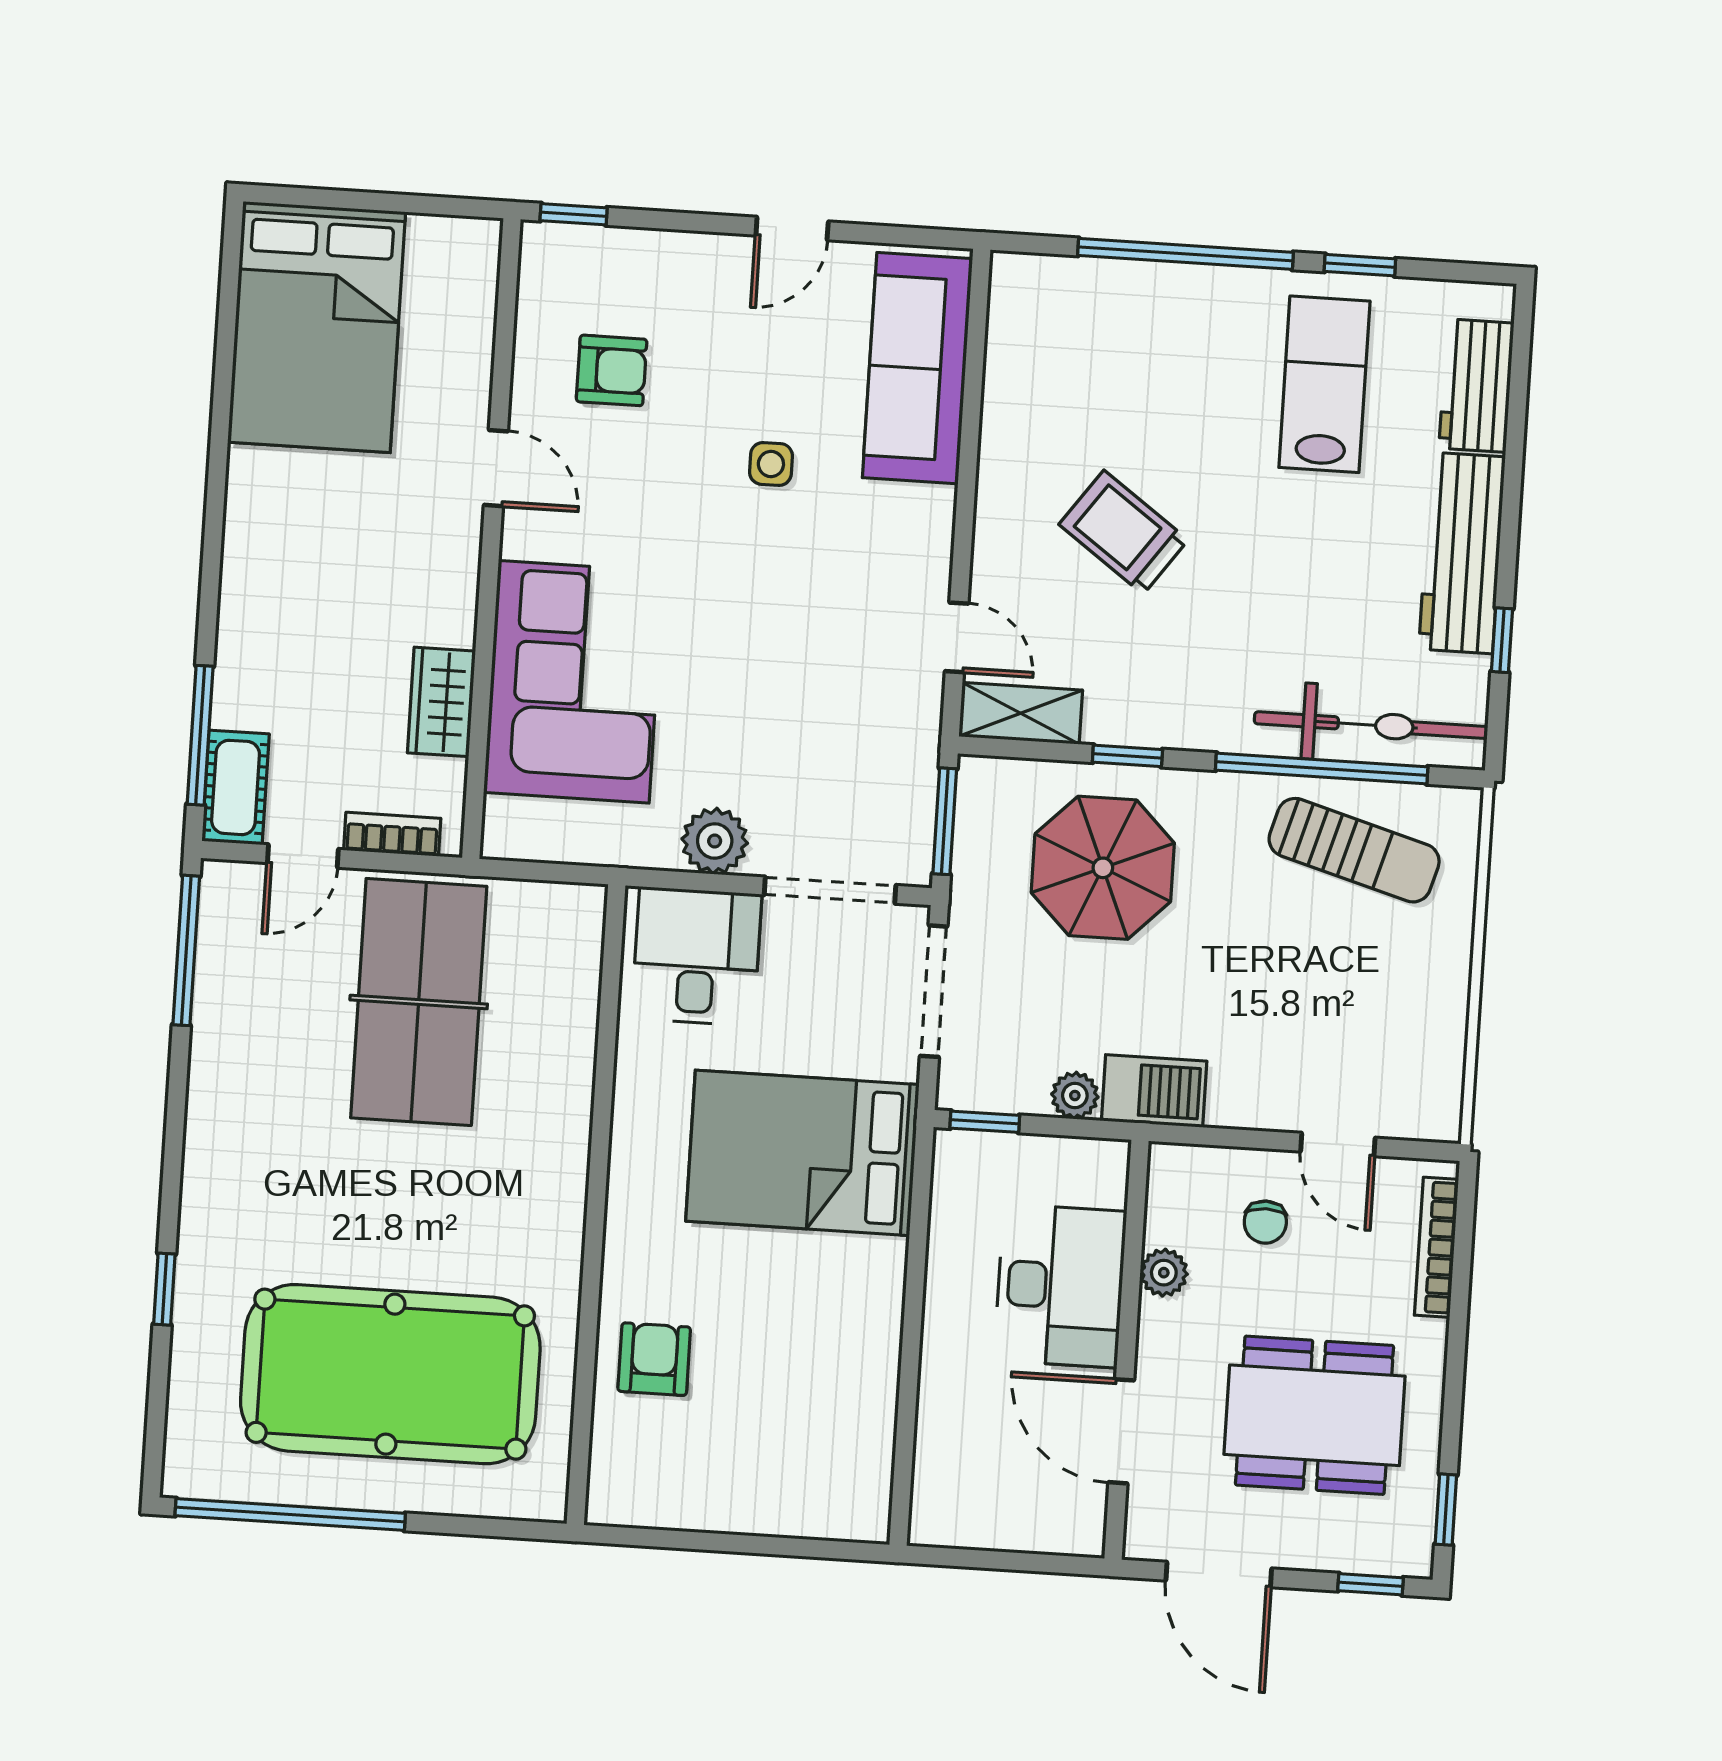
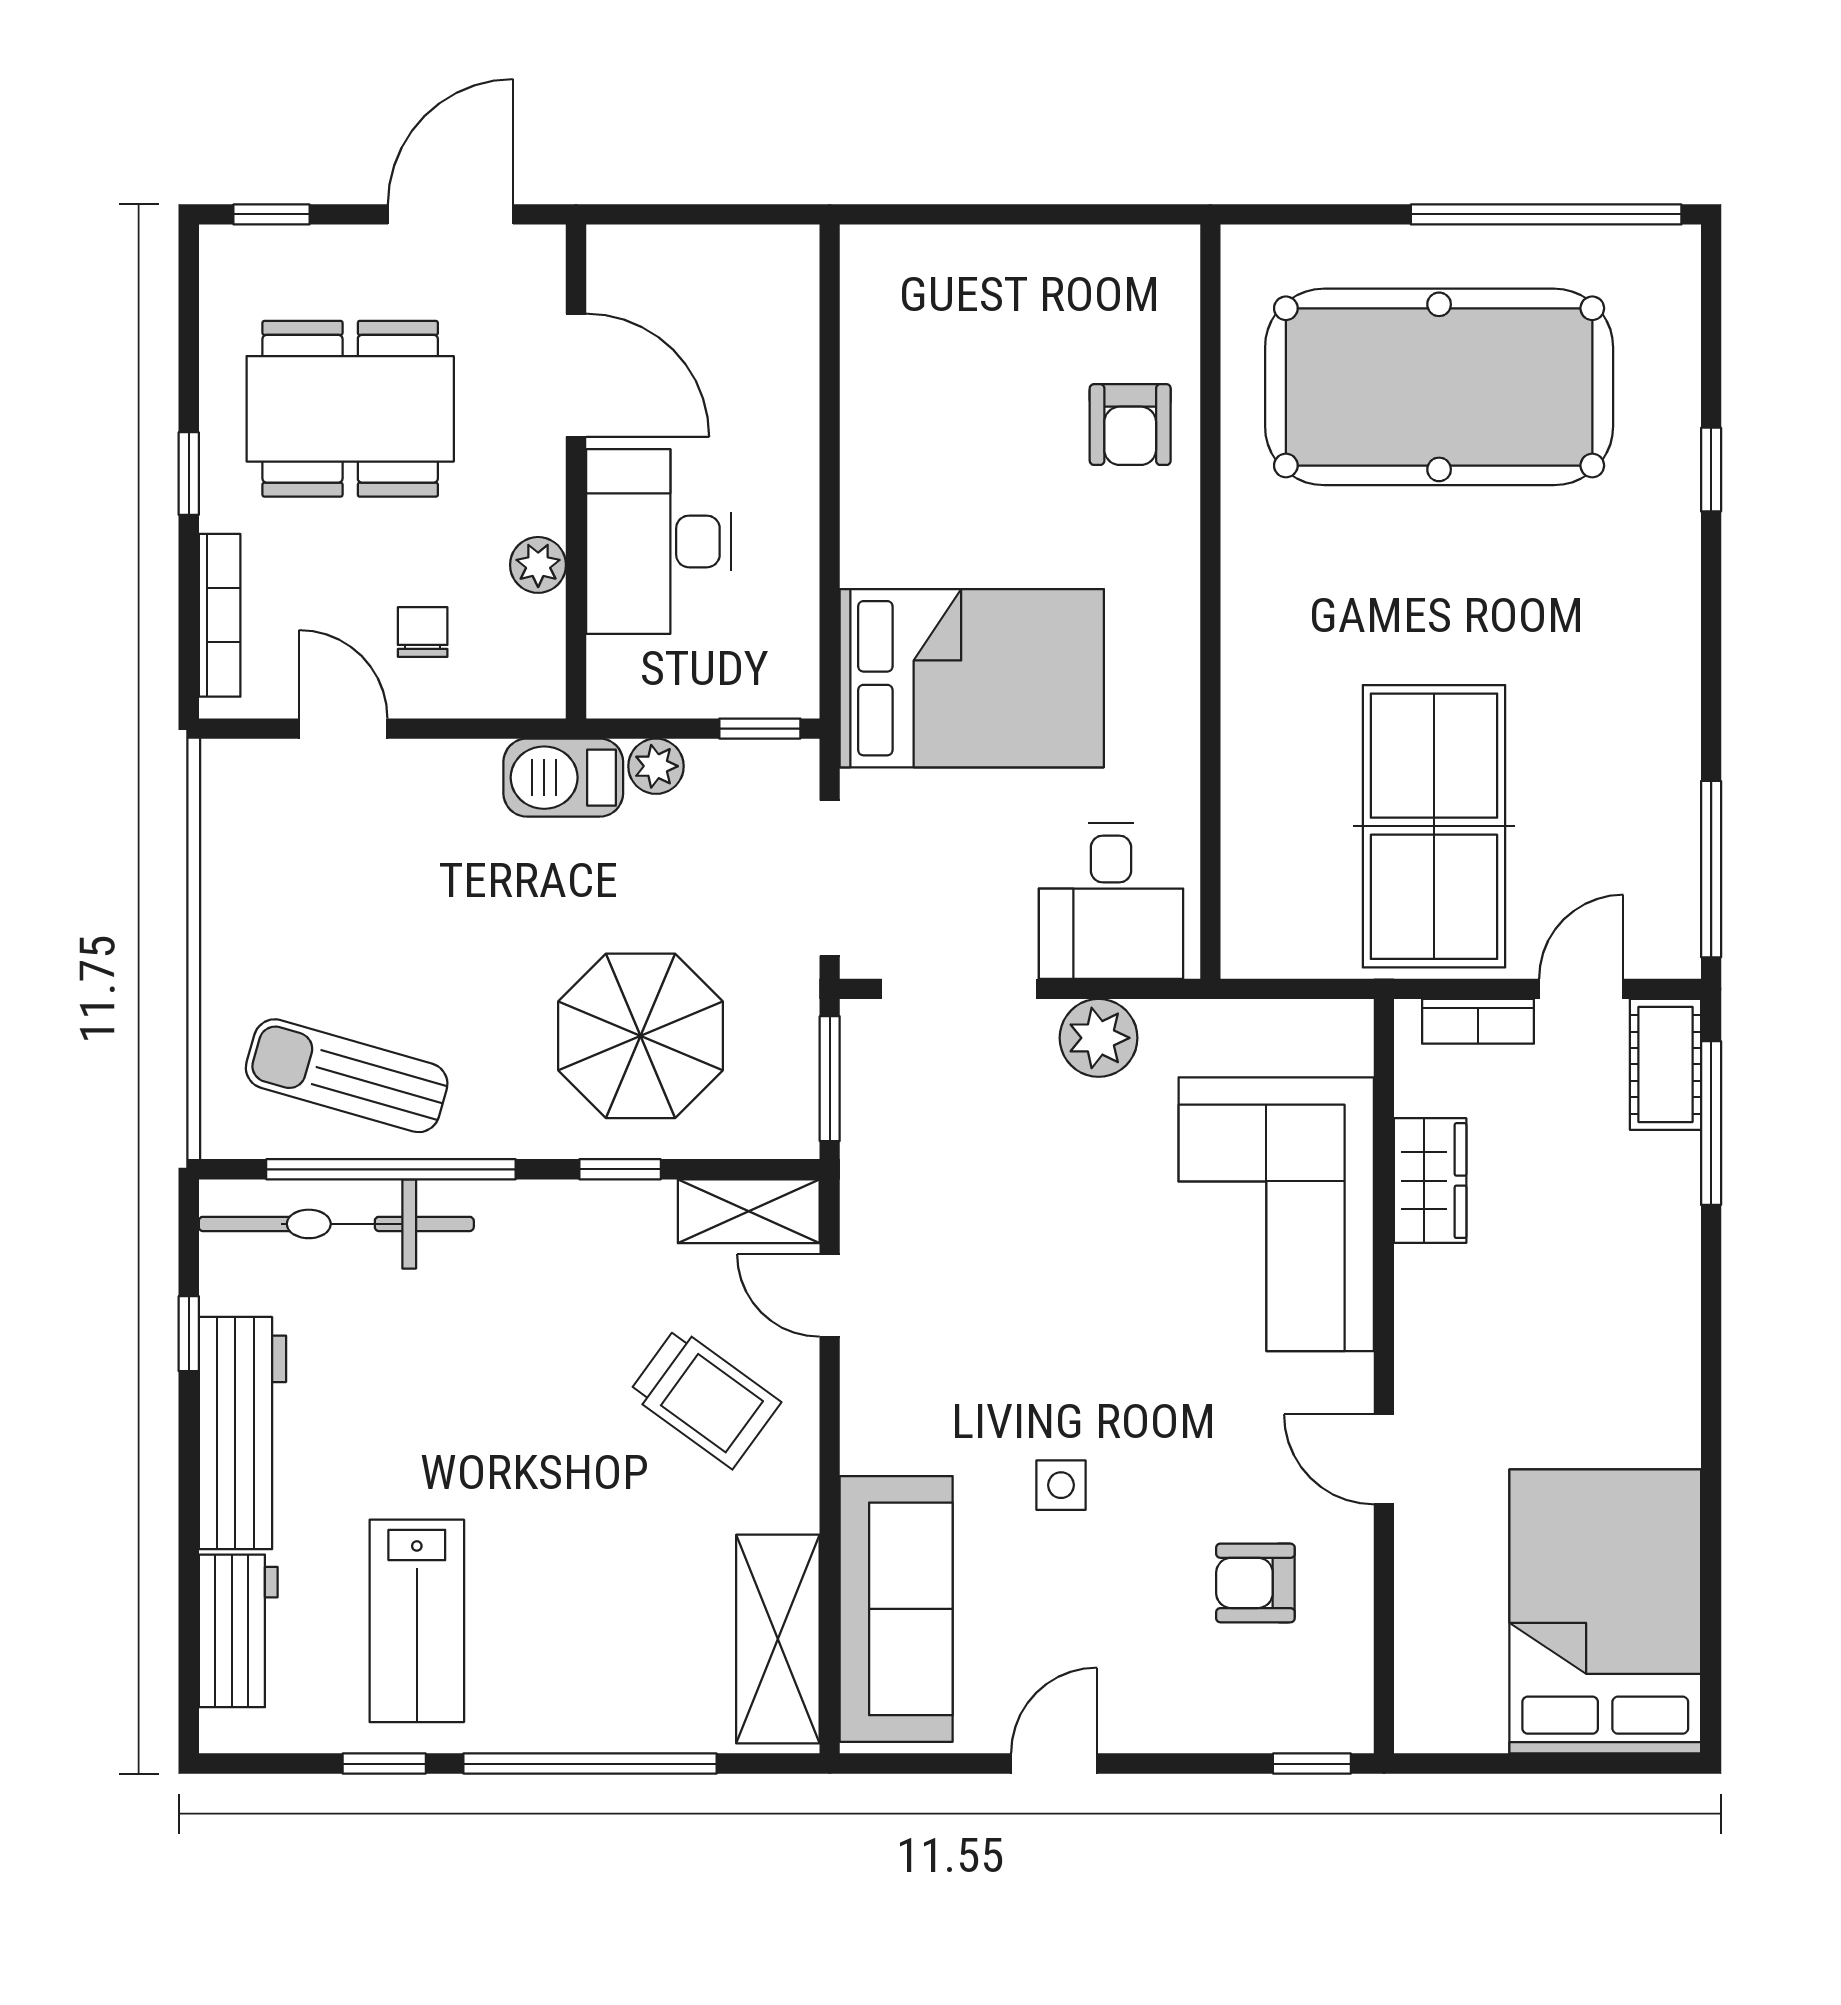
shelving: (1019, 349) -> (778, 1639), added
trolley: (1124, 532) -> (705, 1398), moved
window: (1446, 1510) -> (189, 474), moved
door: (1219, 1574) -> (451, 214), hinge flipped

